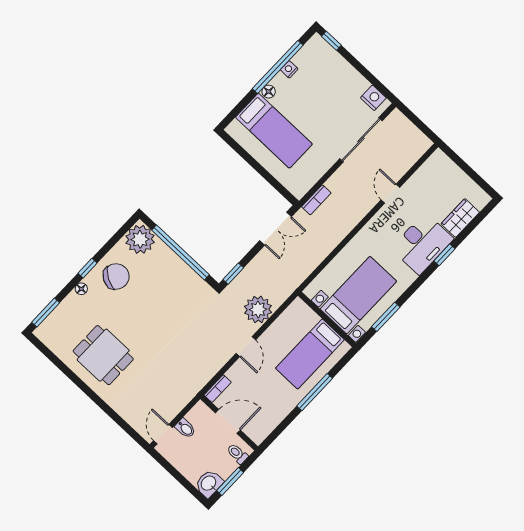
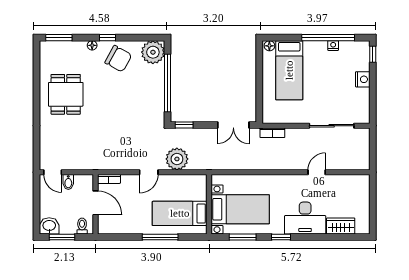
floor lamp: (269, 92) -> (269, 46), moved
nightstand: (373, 98) -> (363, 79), moved
window: (444, 255) -> (281, 237), moved
door: (163, 434) -> (53, 172), swing flipped

